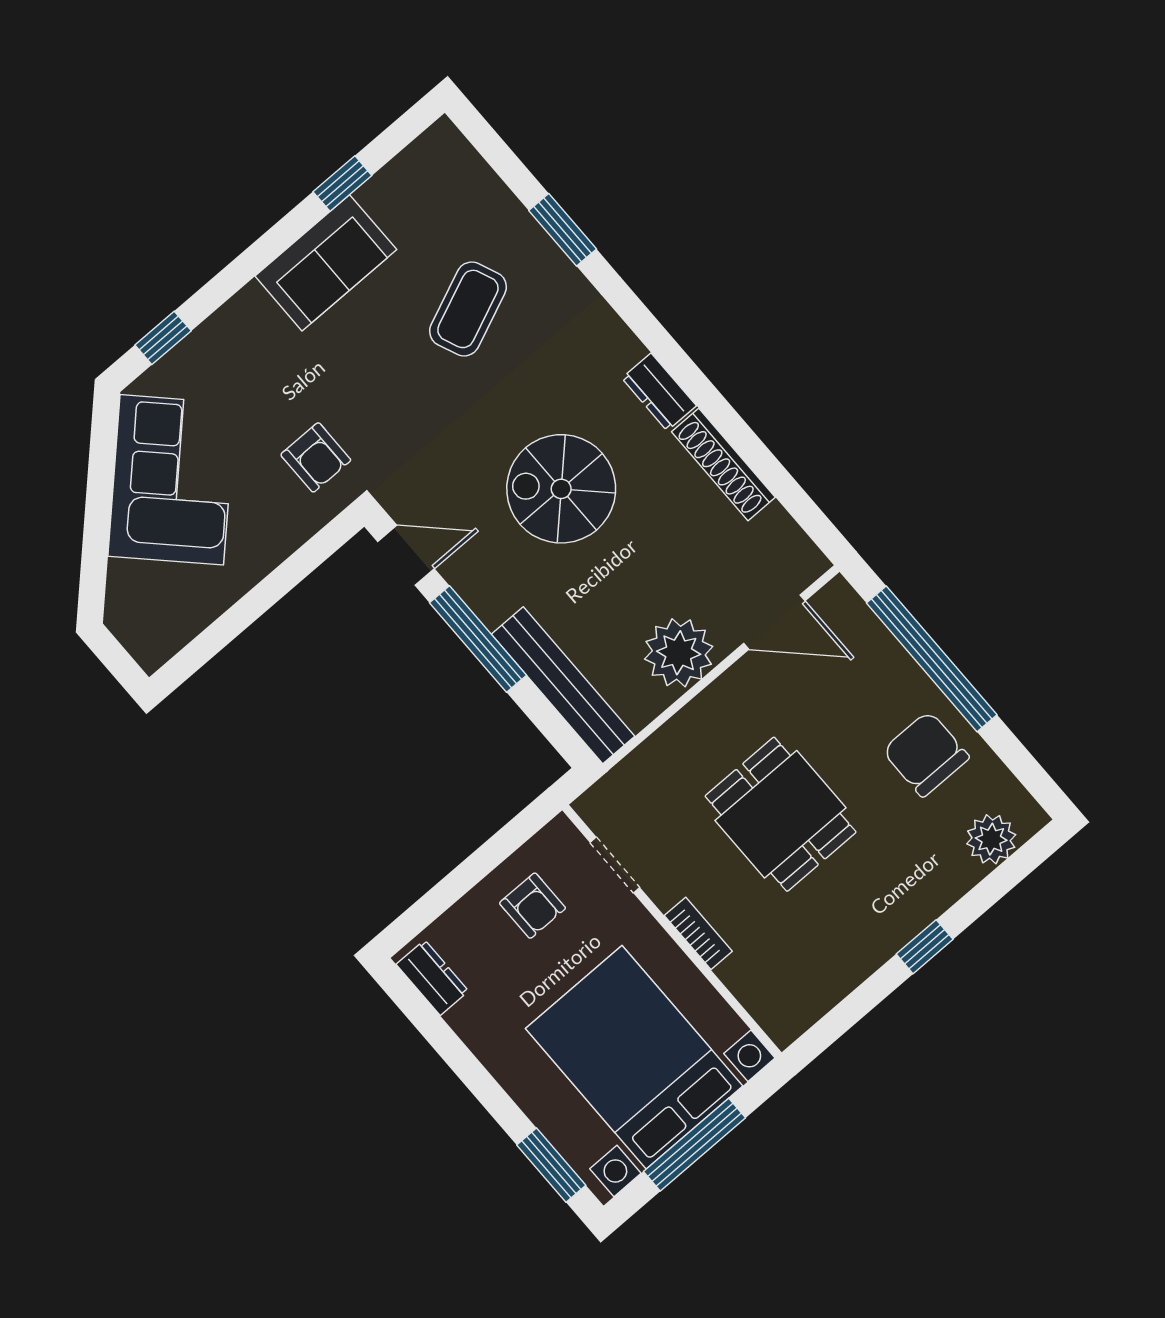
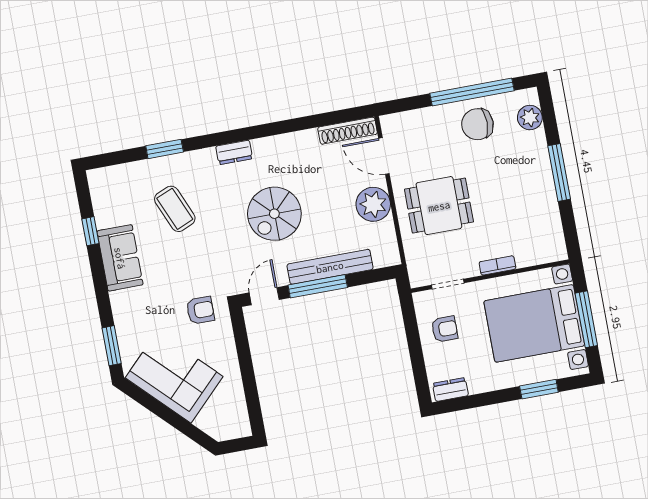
window: (163, 338) -> (112, 346), width x1.50
dresser: (659, 392) -> (234, 152), moved
shoe rack: (723, 465) -> (348, 131), moved
door: (774, 622) -> (384, 156), swing flipped
window: (932, 659) -> (472, 92), moved
bench: (563, 685) -> (330, 267), moved
dining table: (781, 814) -> (439, 206), moved
window: (925, 947) -> (559, 172), width x2.17
window: (551, 1165) -> (539, 389), moved

